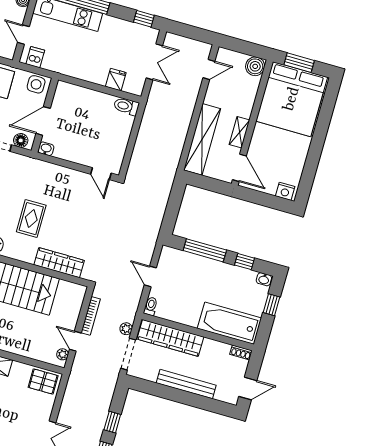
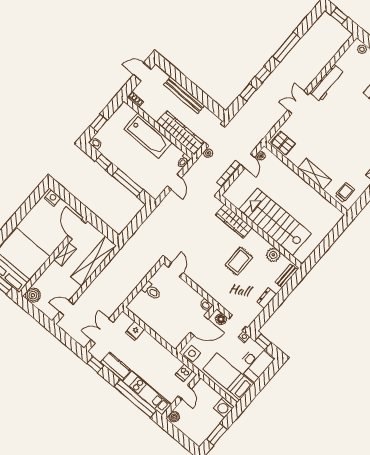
kitchen counter: (119, 28) -> (116, 366), added
toilet: (126, 106) -> (151, 291), moved
bathtub: (229, 323) -> (148, 136), moved

